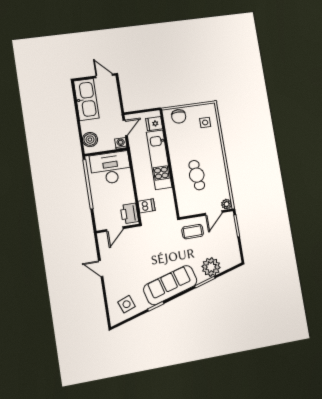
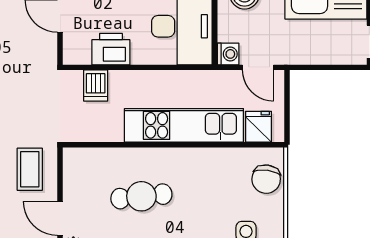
chair: (179, 116) -> (266, 179), turned -82
printer: (129, 214) -> (111, 49), moved

